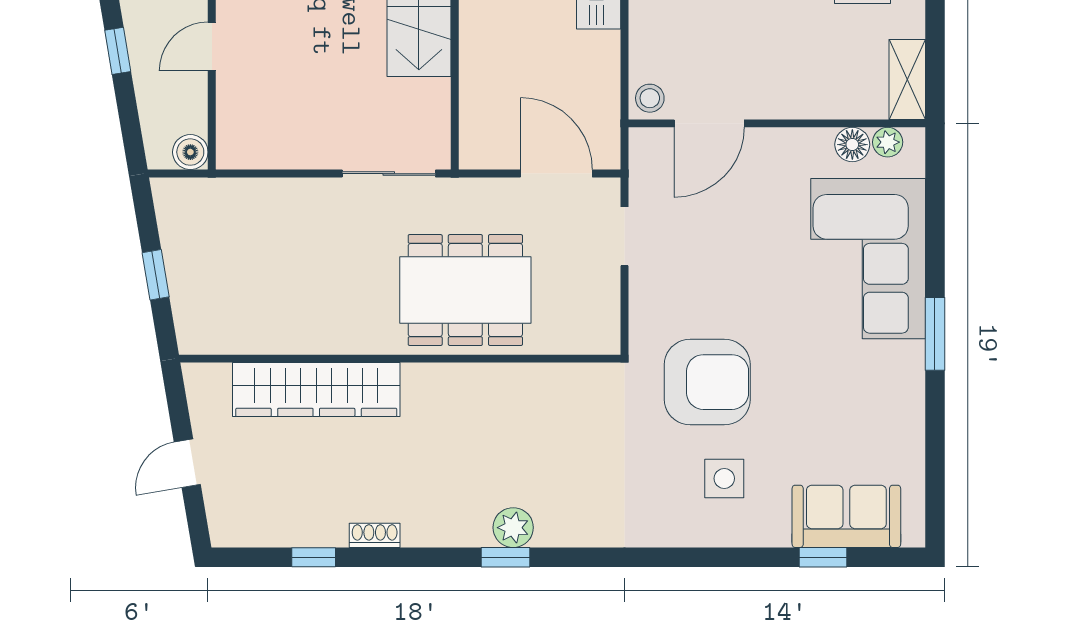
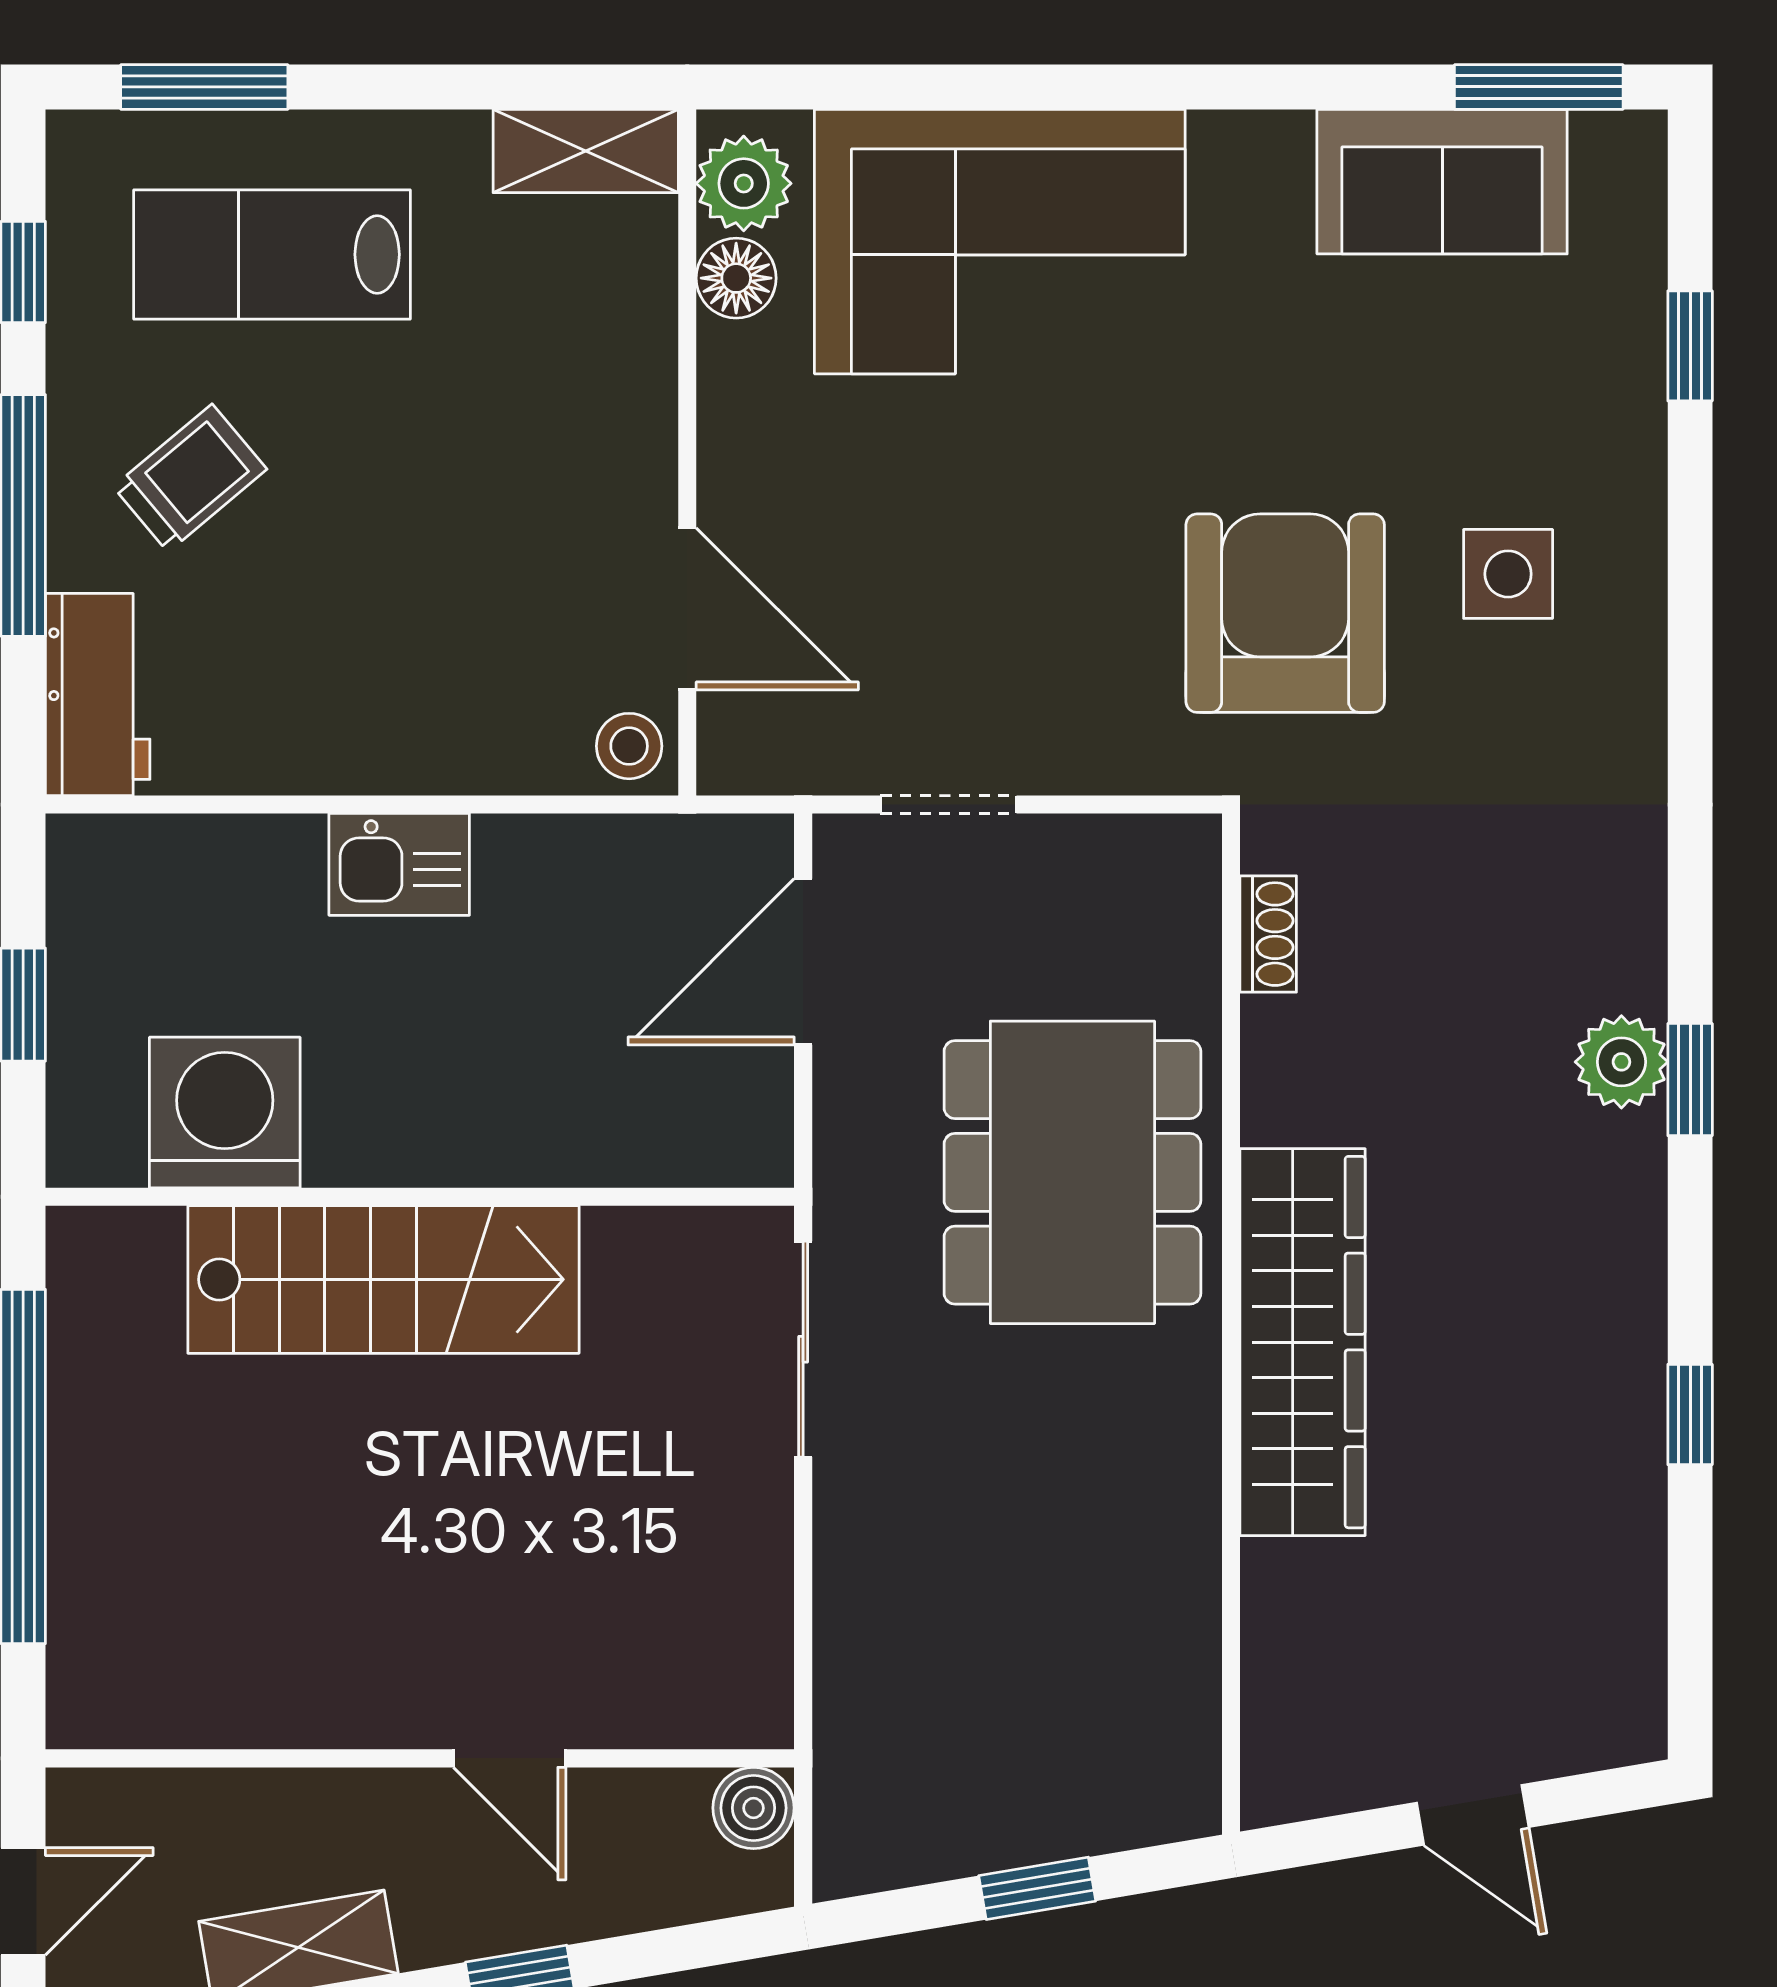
plant: (888, 142) -> (744, 183), width x1.38, depth x1.38
window: (935, 334) -> (1539, 87), moved
wardrobe: (316, 390) -> (1303, 1342), moved
sofa: (846, 516) -> (1442, 182), moved, turned -90
shoe rack: (375, 535) -> (1268, 934), moved, turned 180
window: (314, 557) -> (1690, 1414), moved

